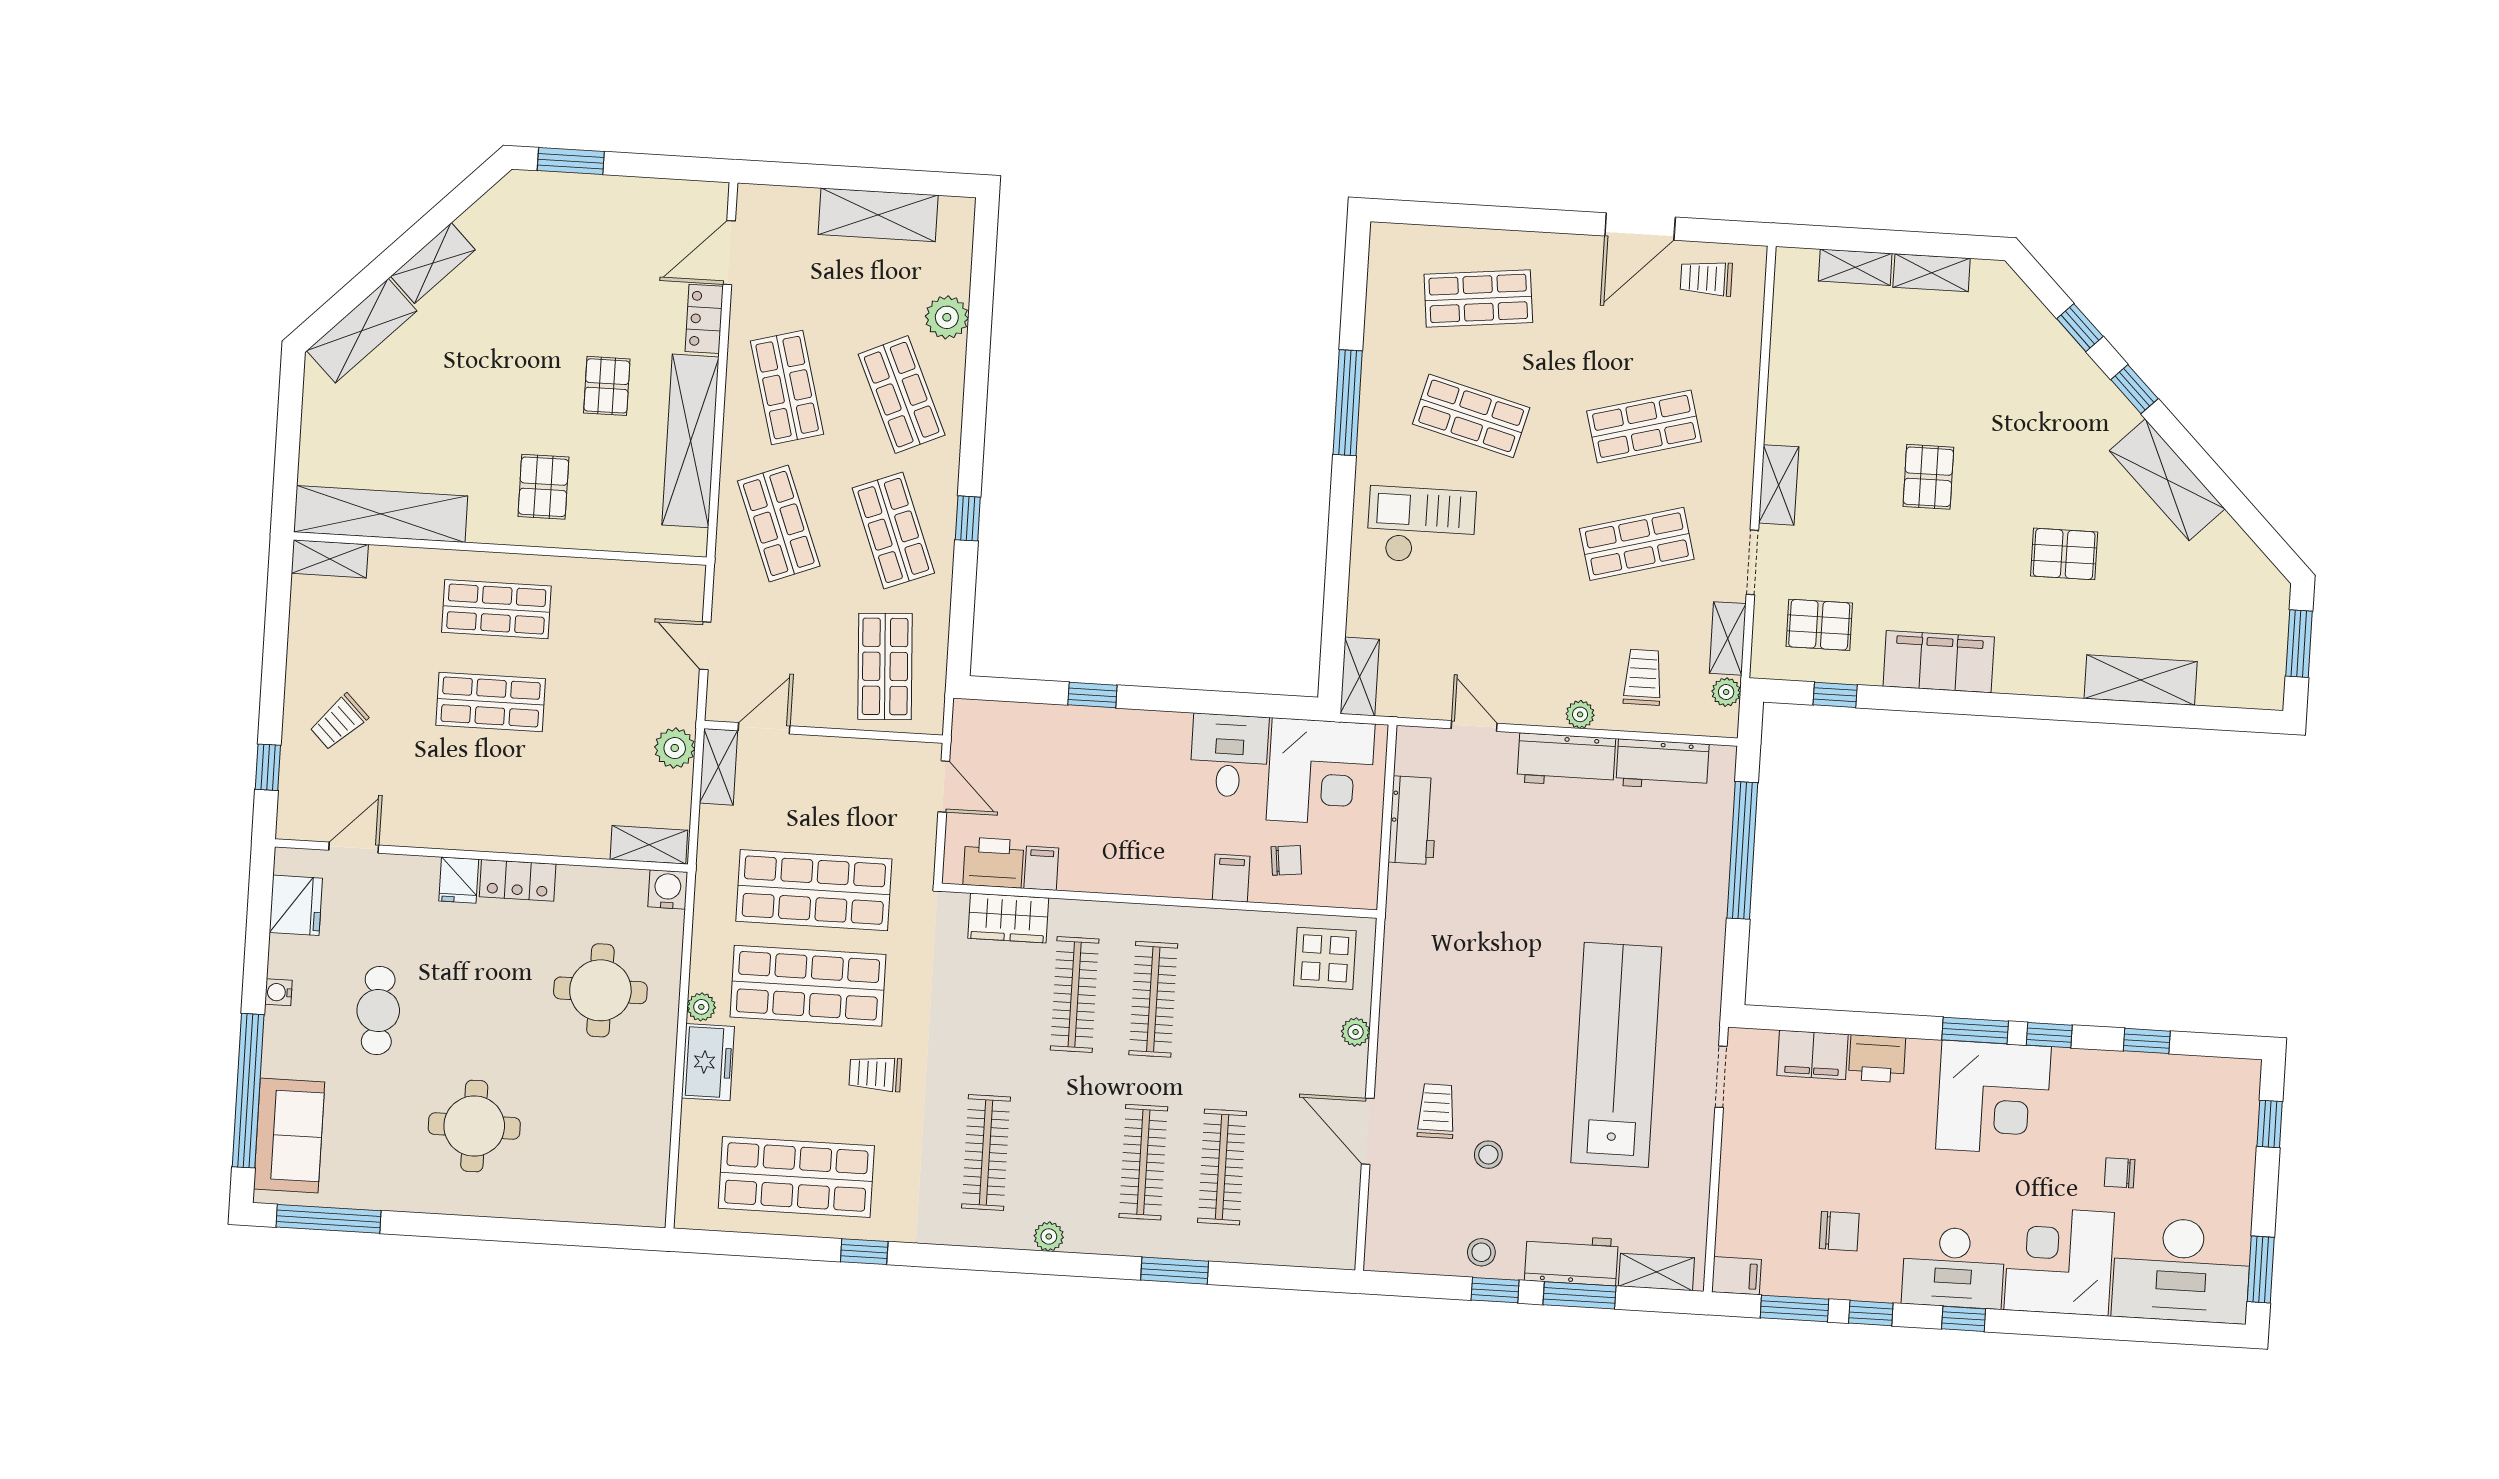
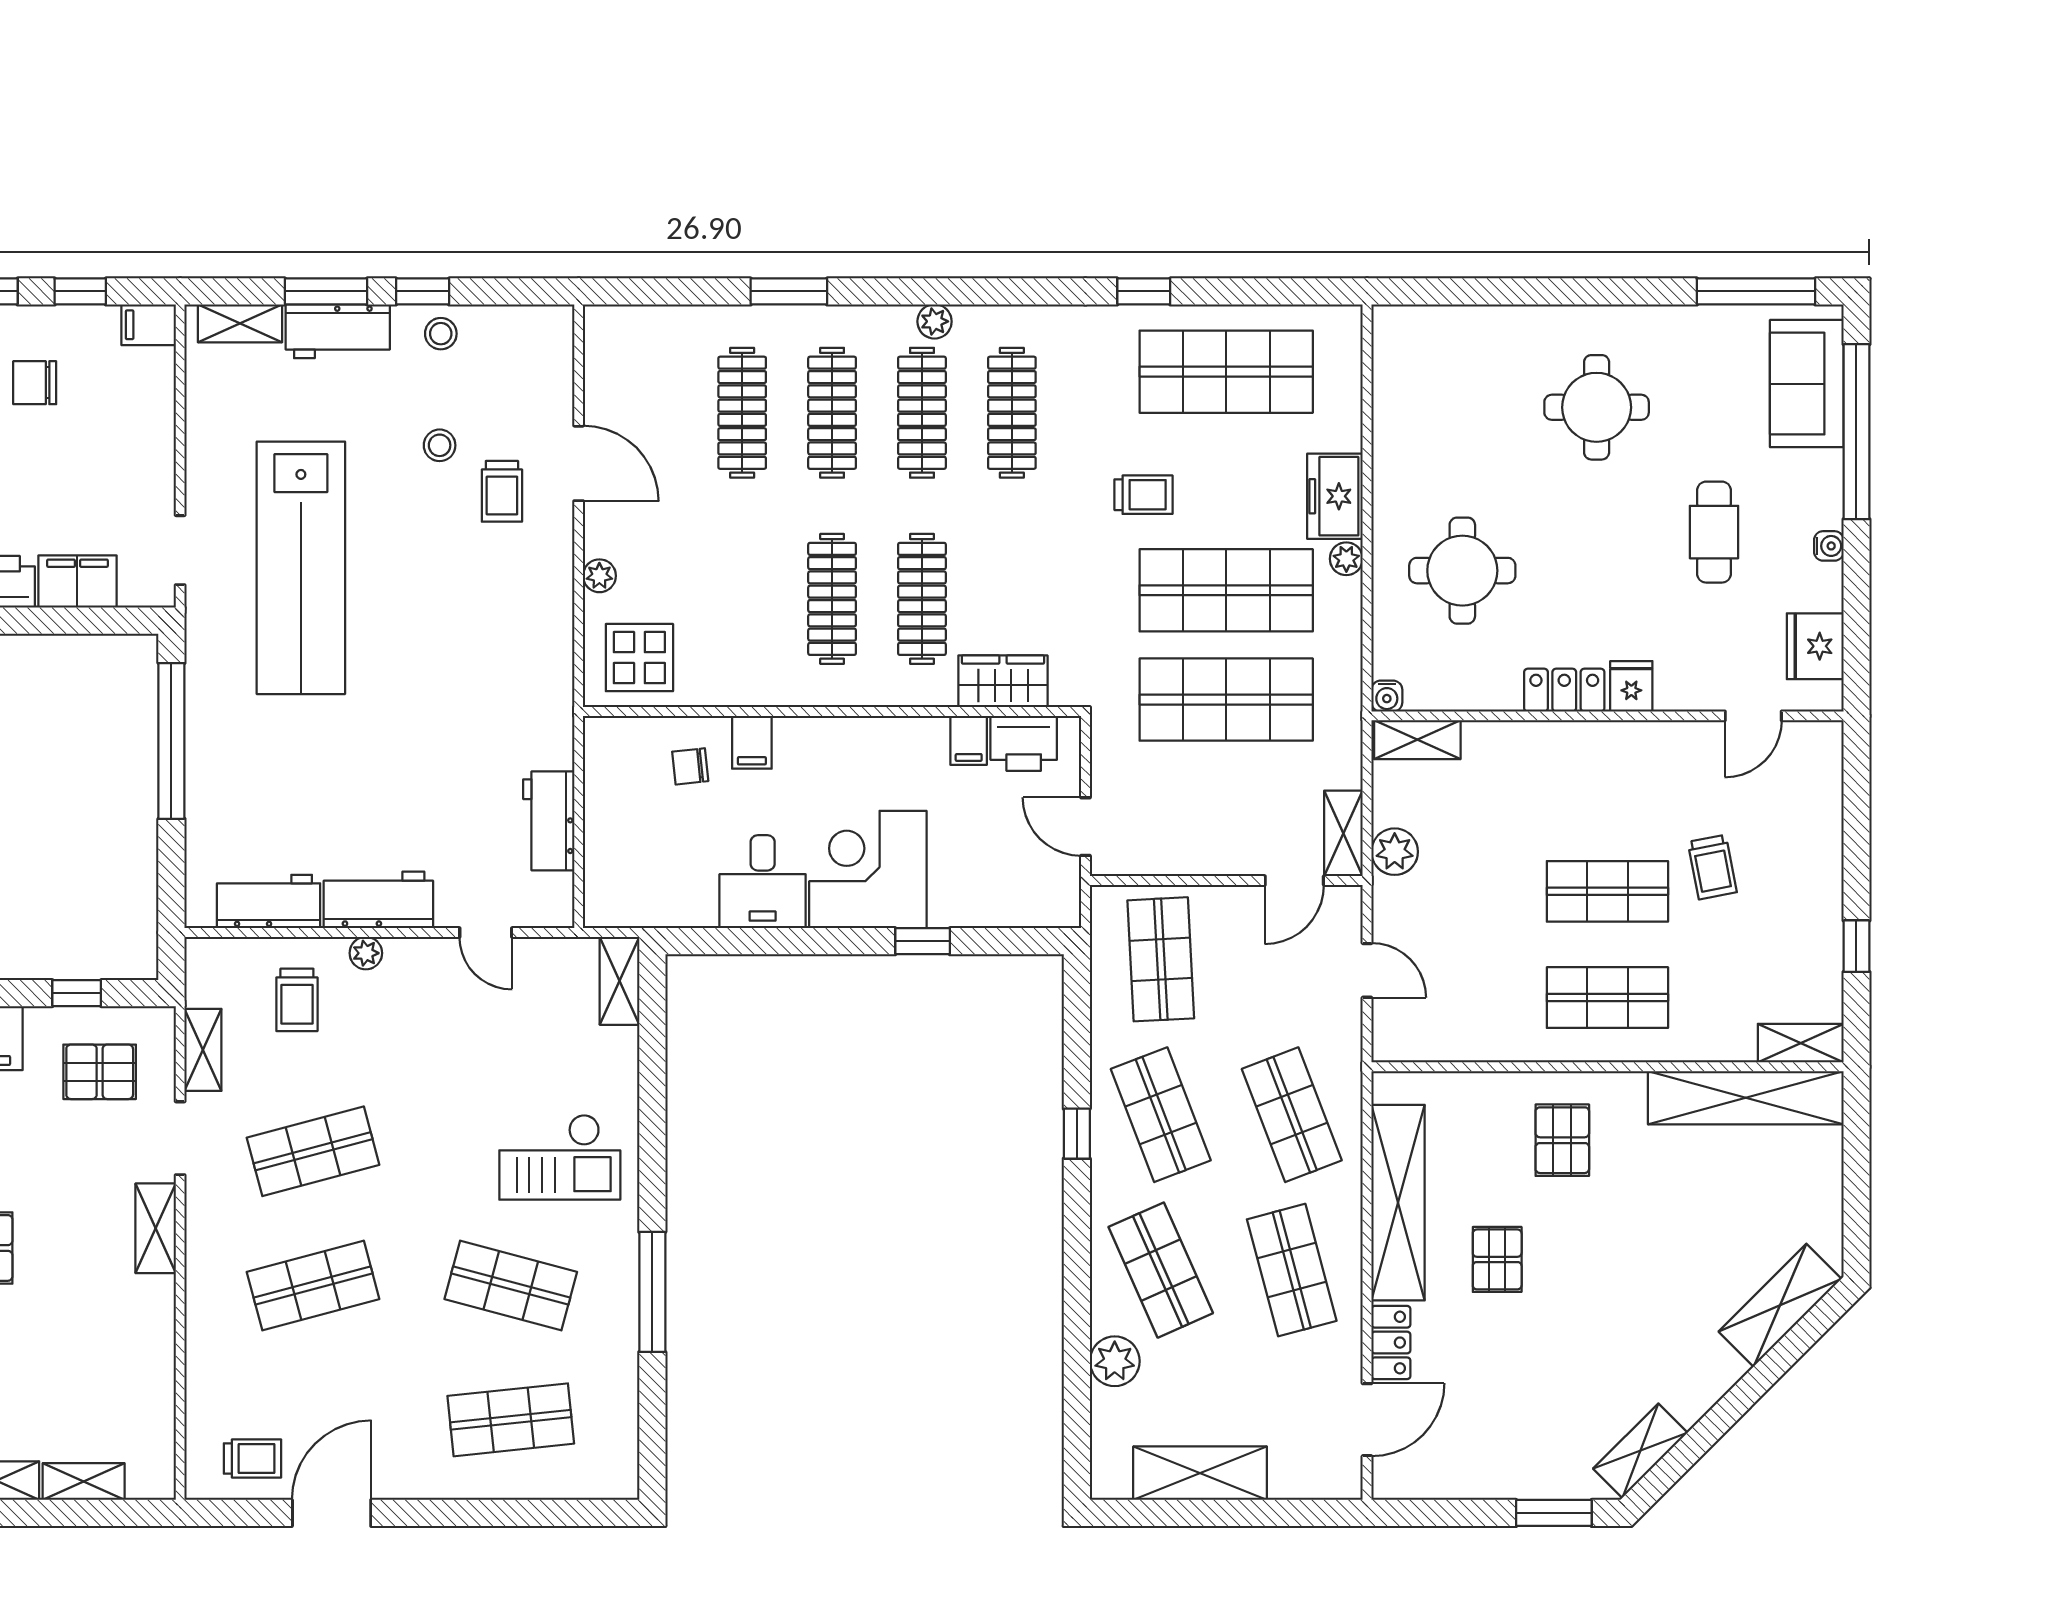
shelving: (433, 263) -> (1640, 1451), moved
plant: (1726, 692) -> (201, 989), removed
trolley: (339, 722) -> (1712, 867), moved, turned 124
window: (268, 767) -> (1856, 946), moved
corner desk: (1321, 772) -> (868, 869), moved
window: (1742, 850) -> (171, 741), moved
water cooler: (668, 889) -> (1387, 696), width x0.72, depth x0.72
clothes rail: (1065, 1157) -> (922, 413), added
window: (1794, 1309) -> (80, 291), width x0.67

